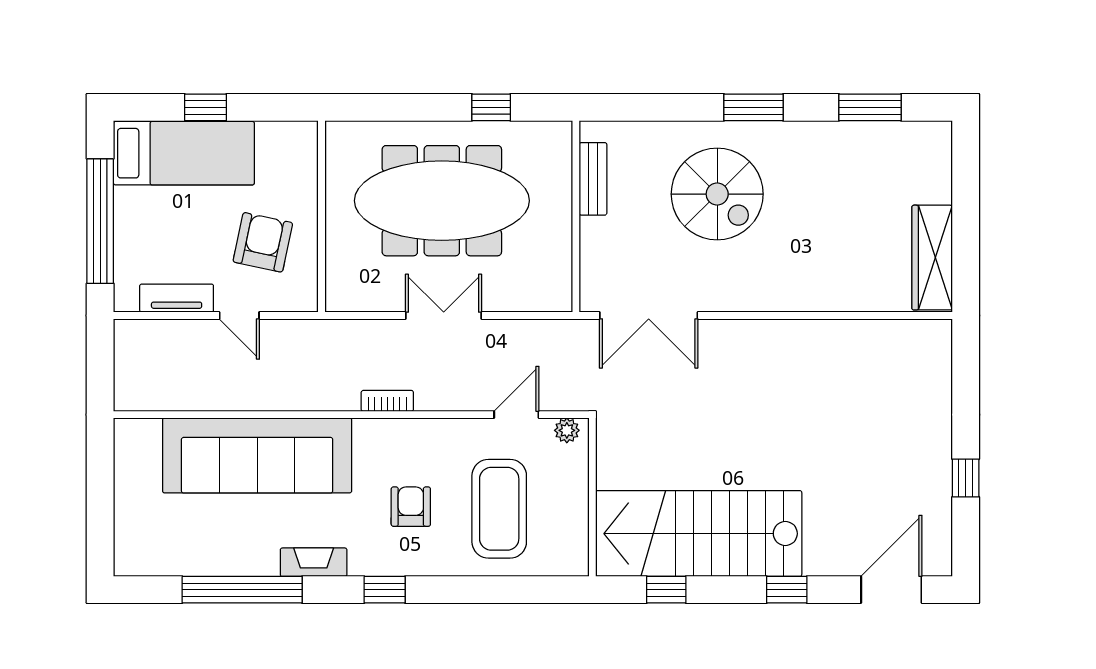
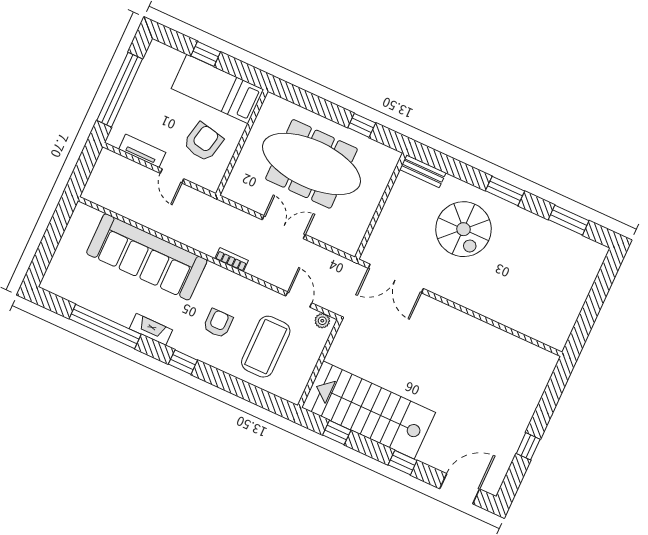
bed: (184, 153) -> (217, 89), moved, turned 180
bench: (593, 179) -> (423, 171), moved, turned 90
wardrobe: (932, 258) -> (565, 318), removed
door: (516, 415) -> (299, 299), hinge flipped

